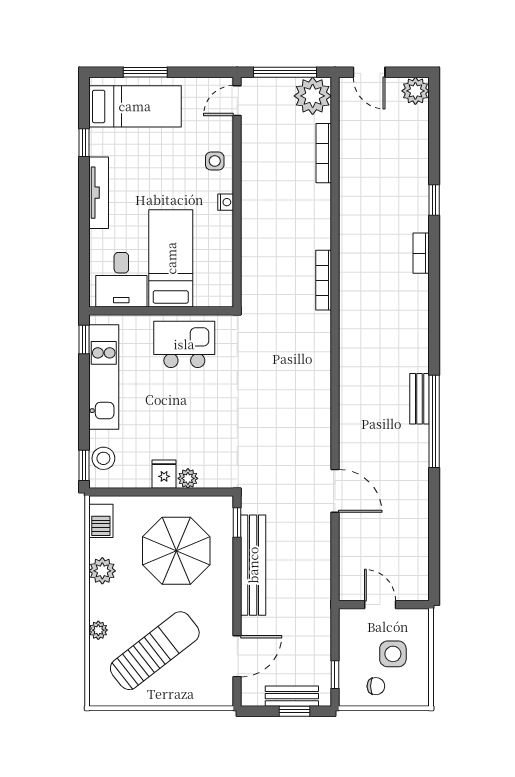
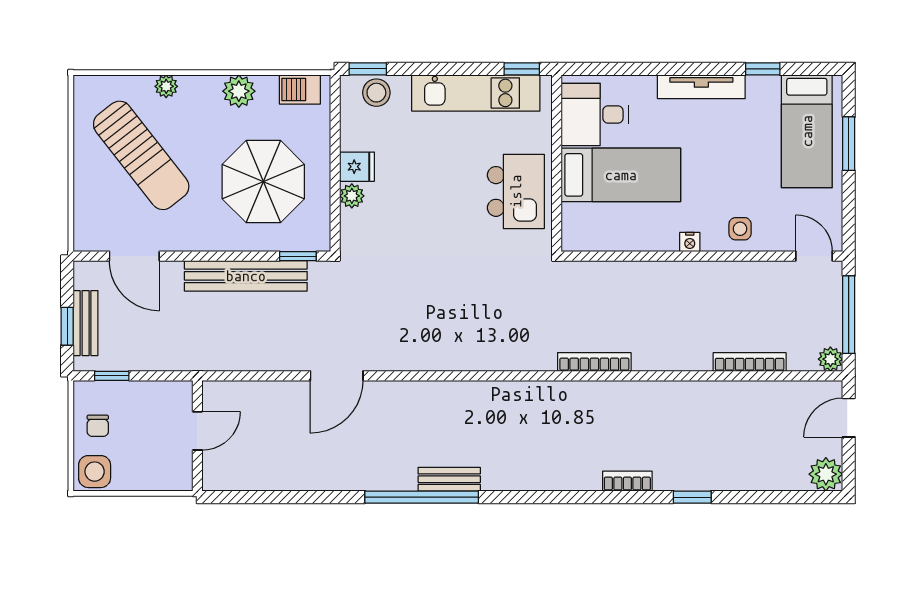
plant: (313, 96) -> (830, 359), width x0.53, depth x0.53
side table: (393, 654) -> (95, 472), moved

